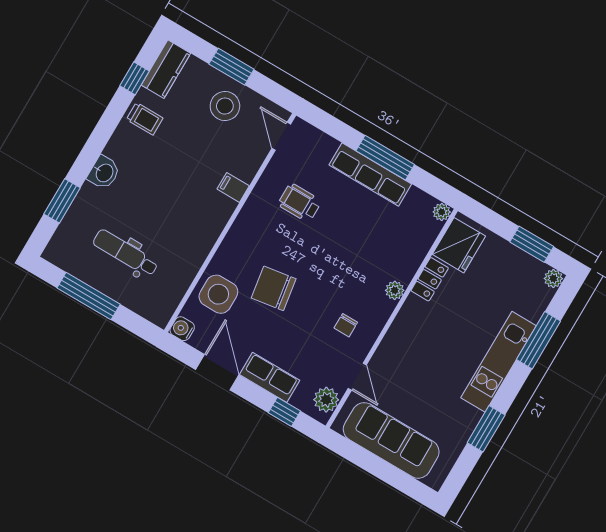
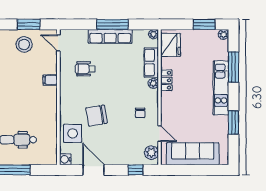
window: (231, 67) -> (29, 24), moved
locker: (430, 279) -> (166, 80), moved
row of seats: (270, 377) -> (151, 63), moved, turned -90

